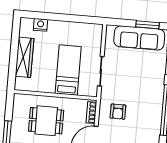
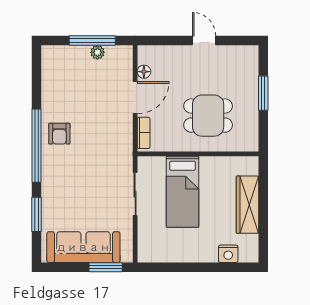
window: (147, 25) -> (106, 267), moved
armchair: (118, 112) -> (59, 134), moved, turned 180

